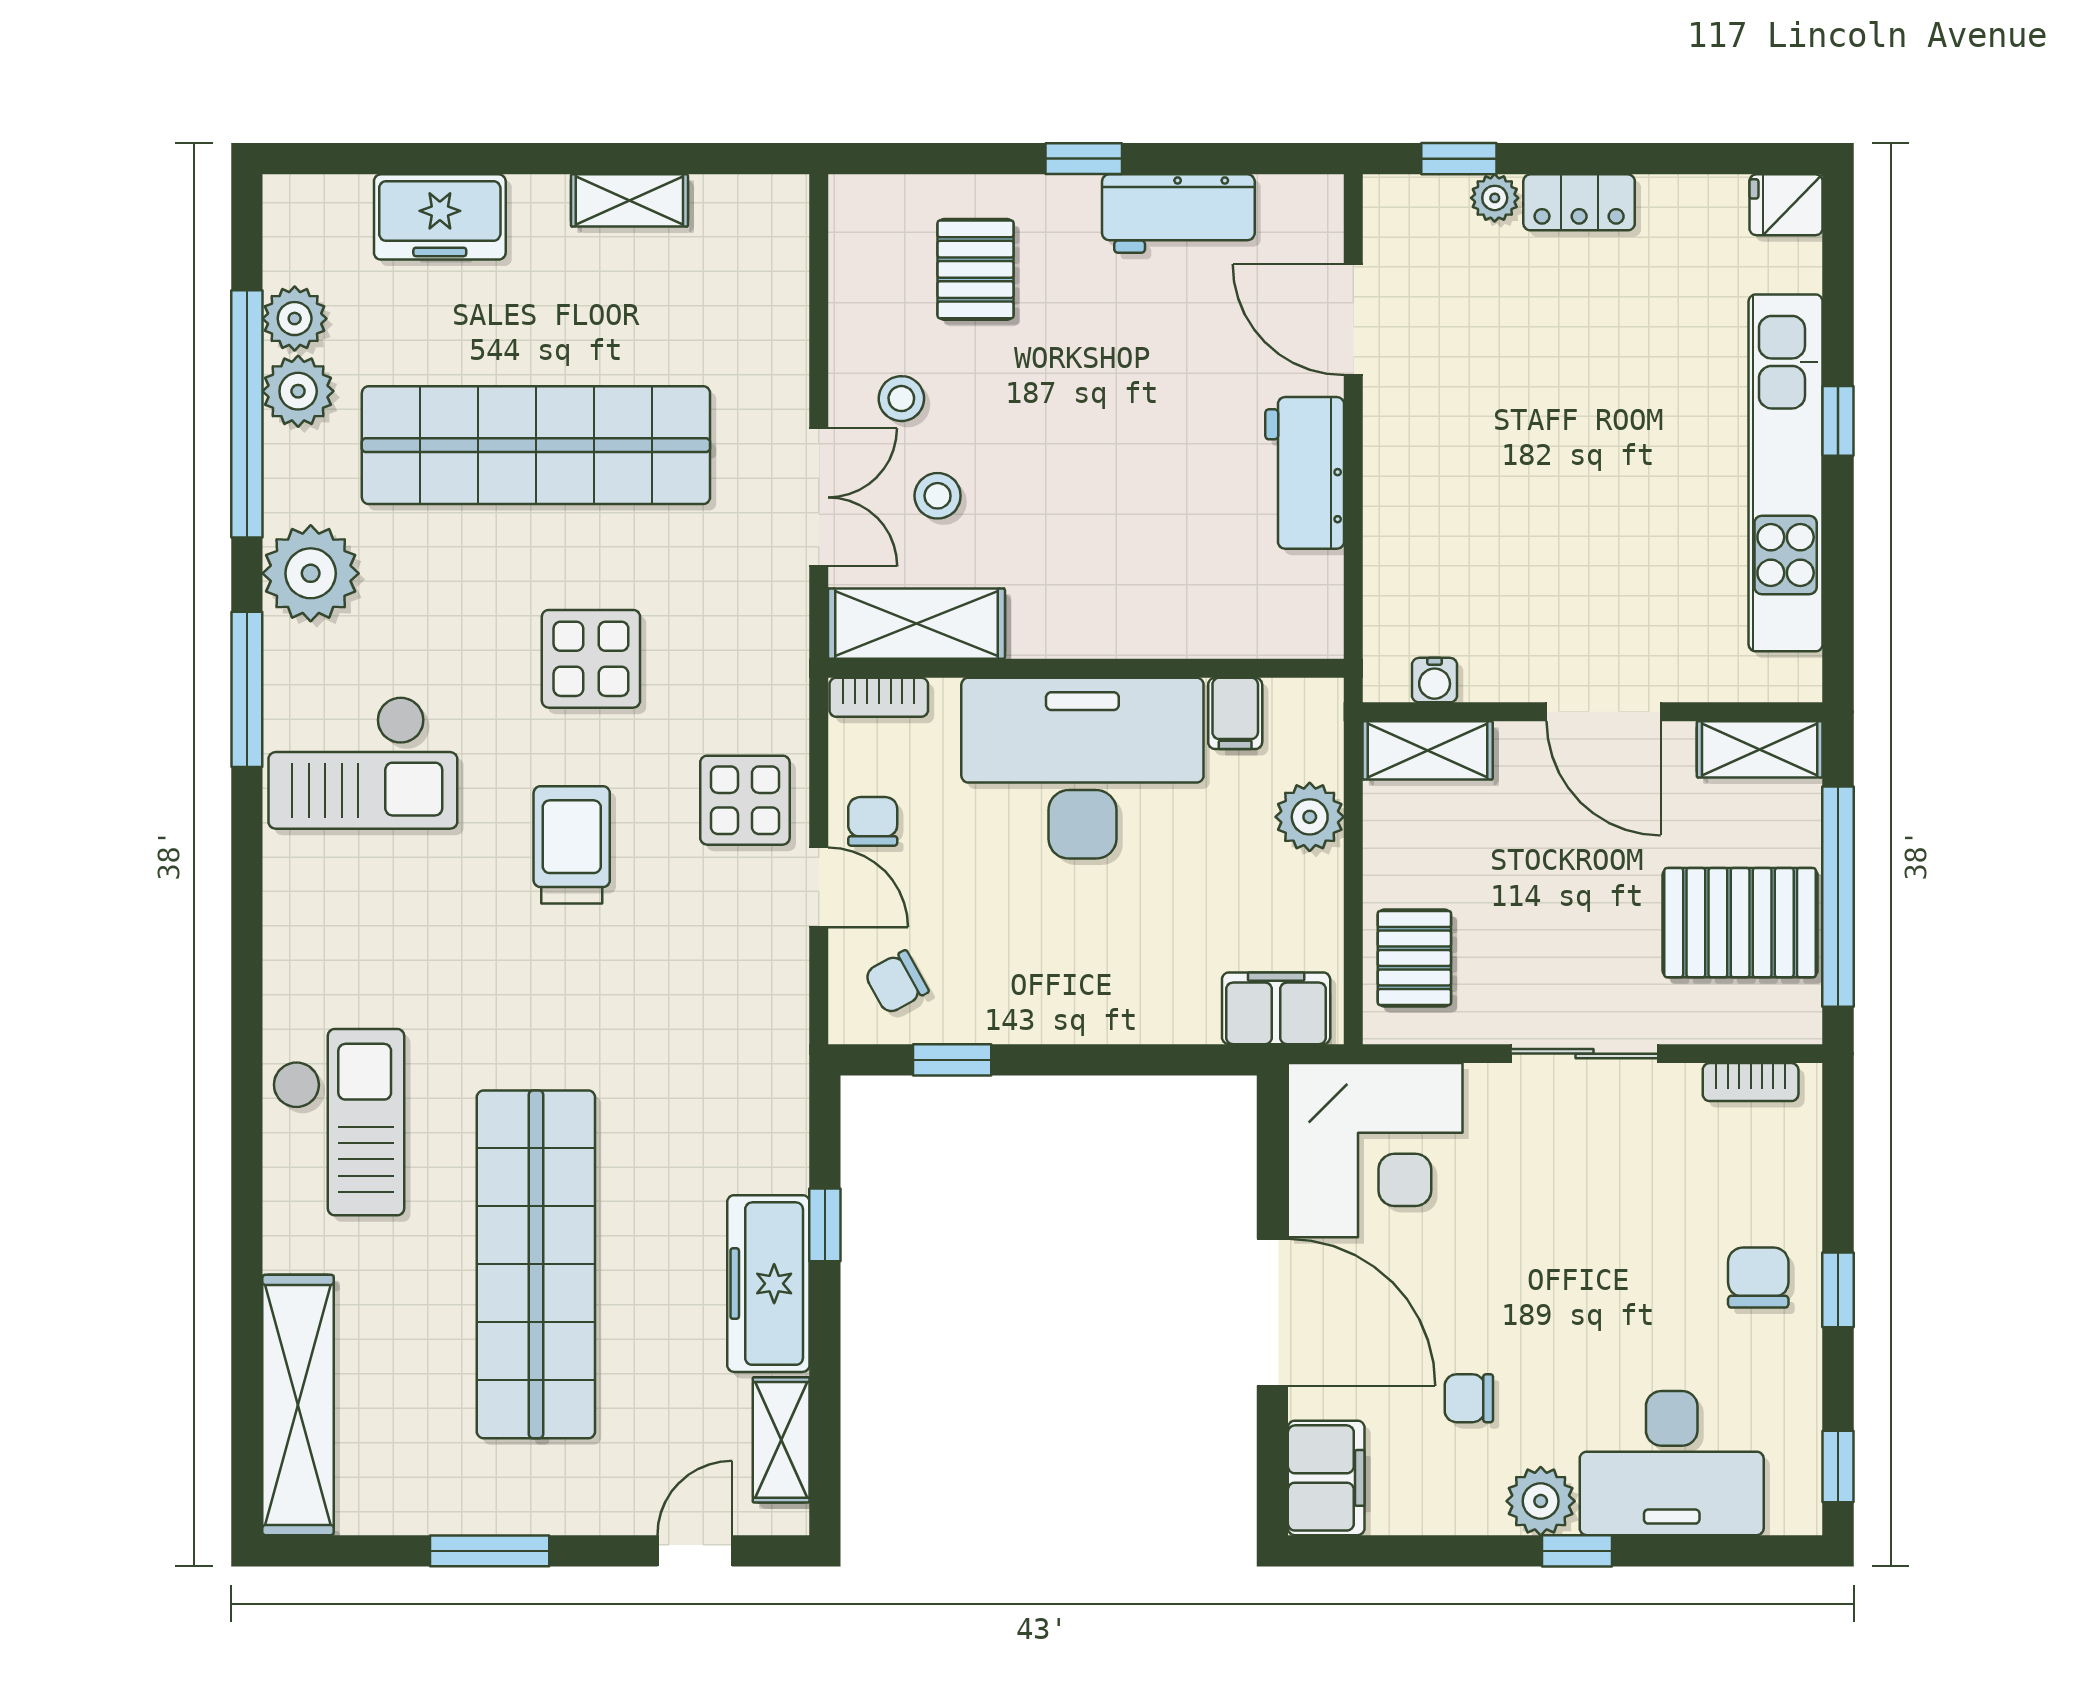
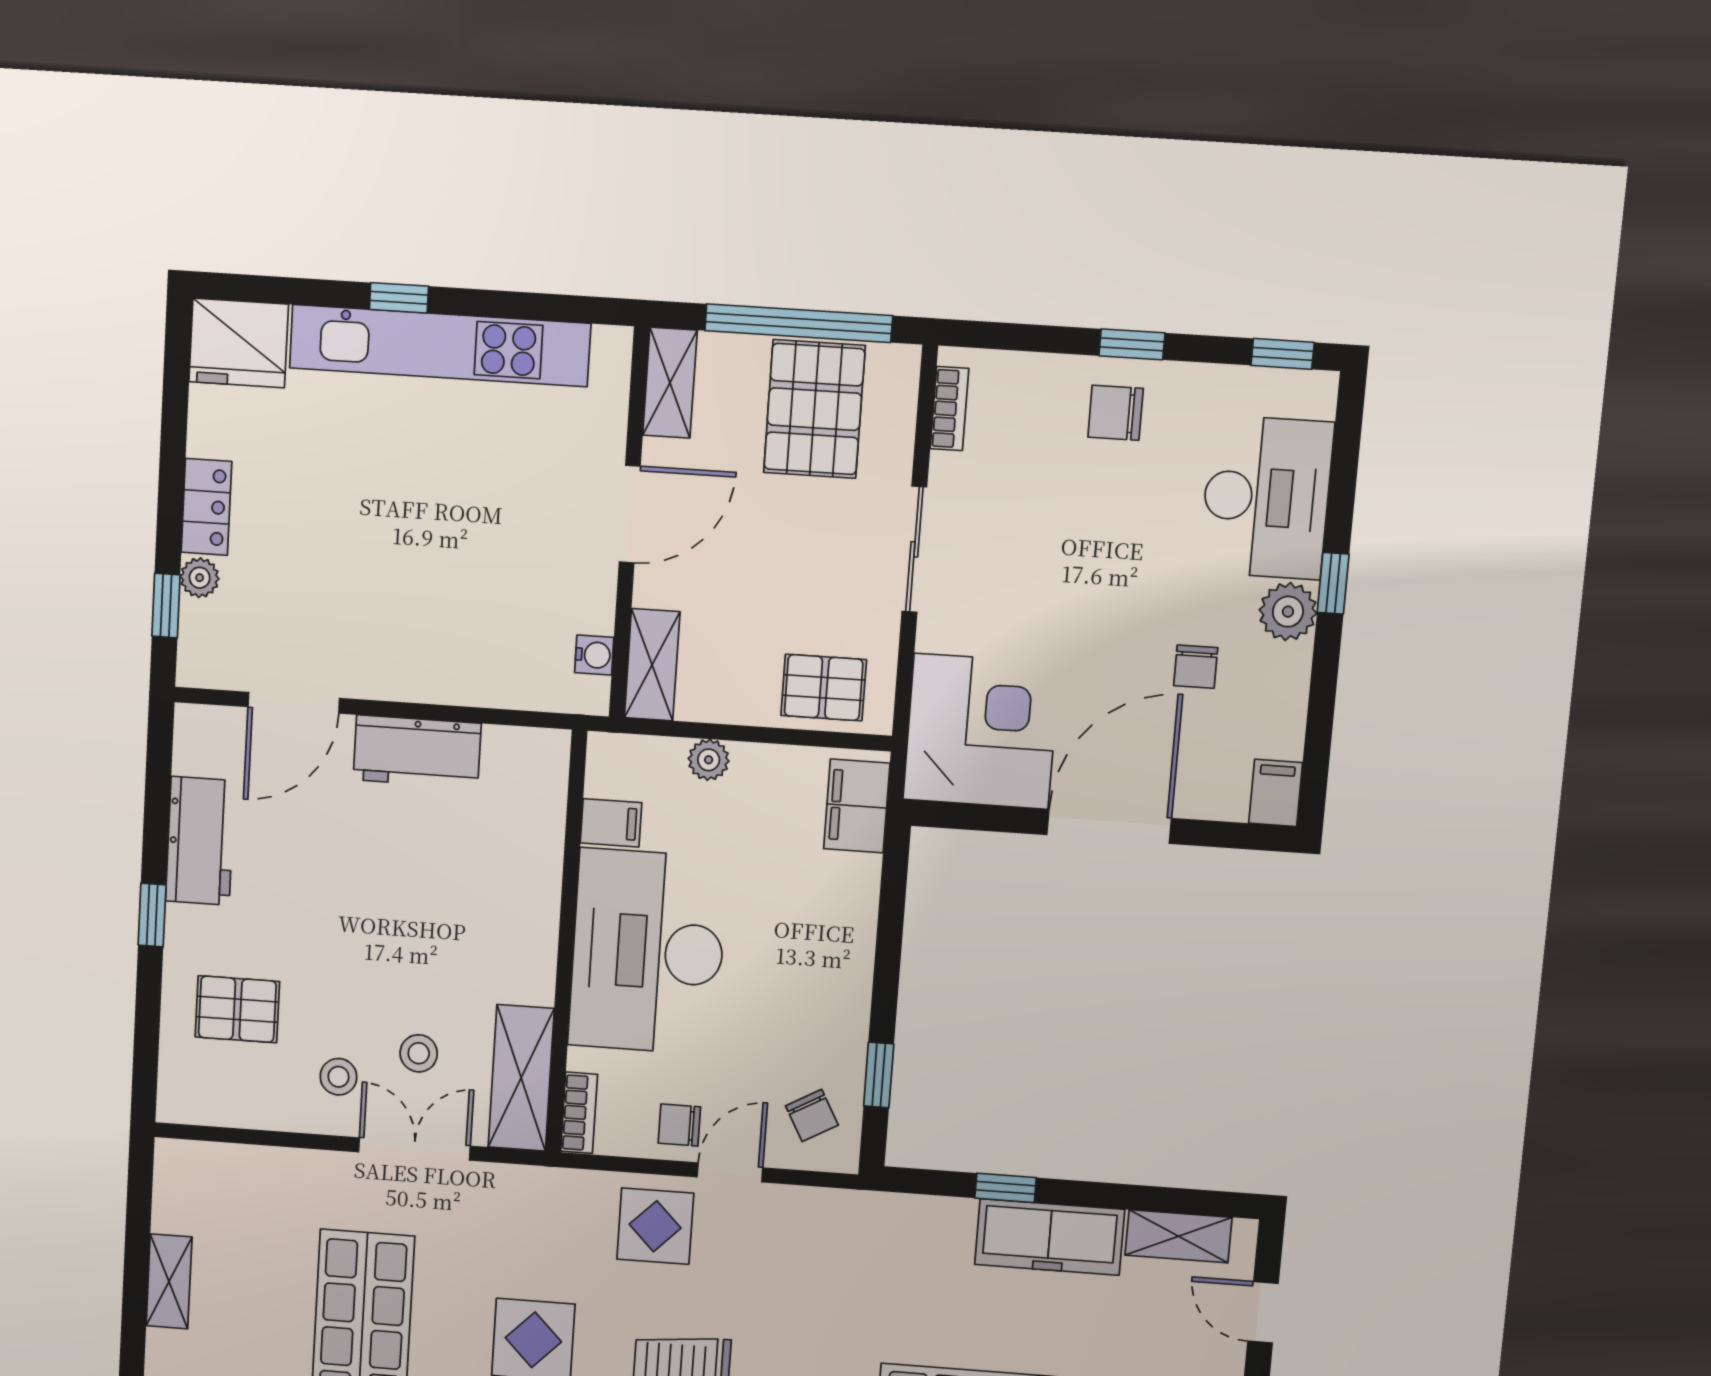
fridge: (1786, 205) -> (239, 343), width x1.88, depth x1.34
plant: (1310, 817) -> (709, 760), width x0.73, depth x0.73
filing cabinet: (1326, 1478) -> (1276, 793), width x0.50

